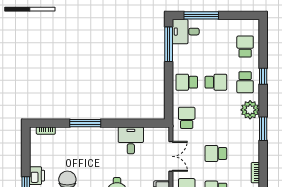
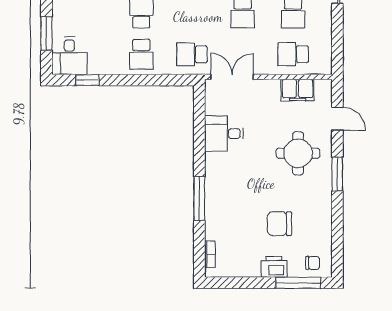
window: (201, 15) -> (46, 34), width x0.69
window: (169, 44) -> (87, 80), width x0.46
double door: (171, 156) -> (232, 77), moved

